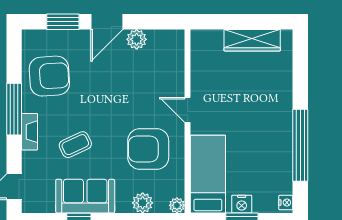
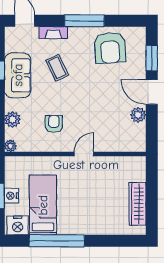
fireplace: (30, 132) -> (53, 33), moved
armchair: (148, 149) -> (54, 124), width x0.53, depth x0.53
bed: (208, 174) -> (43, 205), moved, turned -90
nightstand: (286, 202) -> (18, 225), width x1.89, depth x1.79

